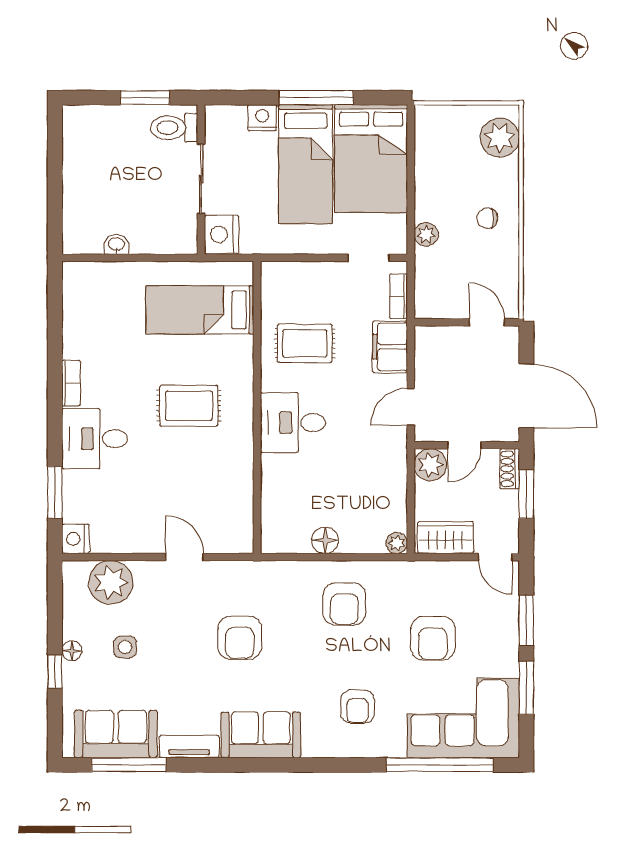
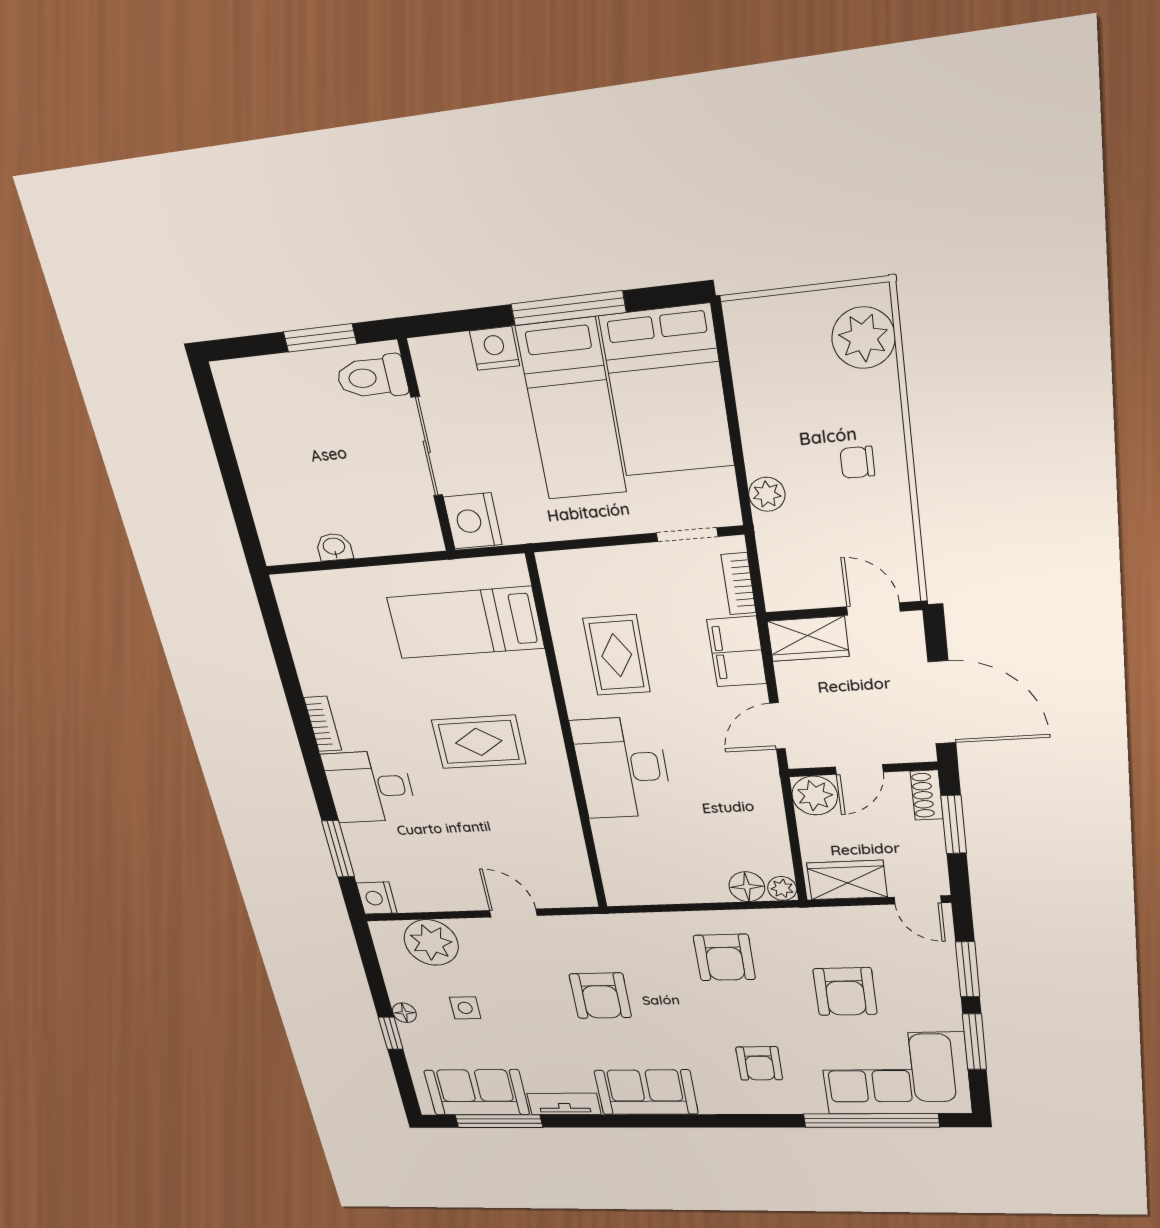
wardrobe: (441, 341) -> (808, 639), added
rug: (305, 343) -> (617, 655), turned 90
desk: (293, 423) -> (622, 768), width x1.37
floor lamp: (325, 540) -> (747, 887), moved

